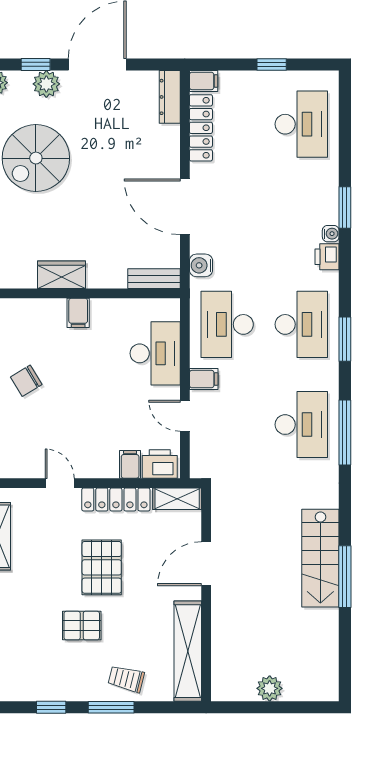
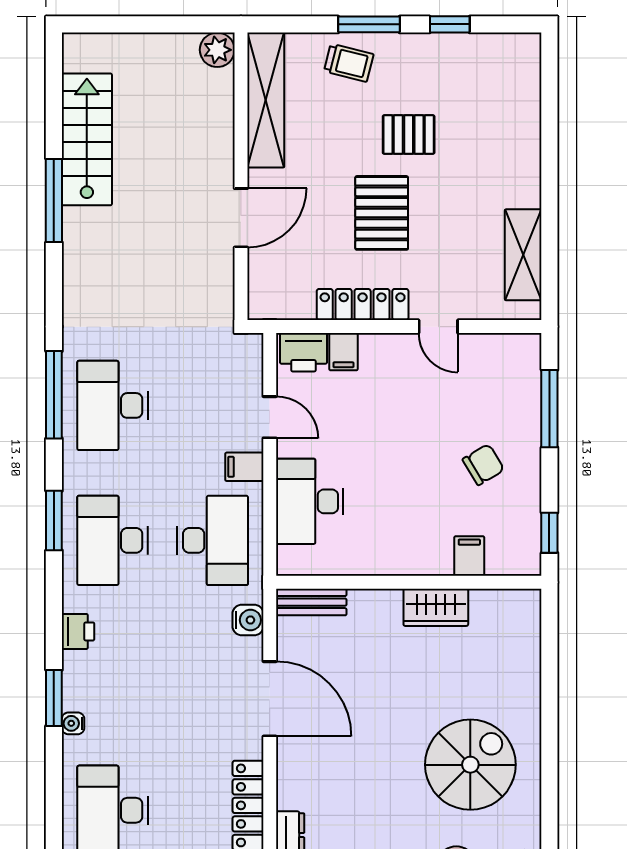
water cooler: (331, 234) -> (73, 723), moved
filing cabinet: (78, 313) -> (469, 556), moved
shelving: (177, 499) -> (280, 305), removed
stairs: (320, 558) -> (87, 139), moved
plant: (270, 688) -> (217, 50), moved

